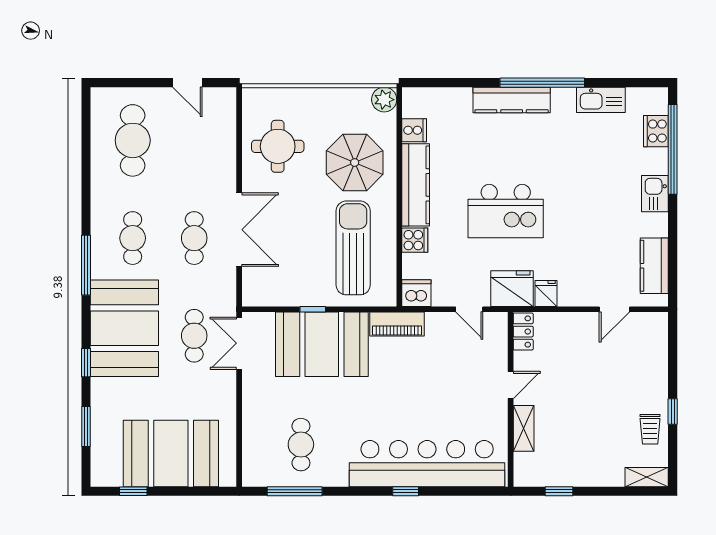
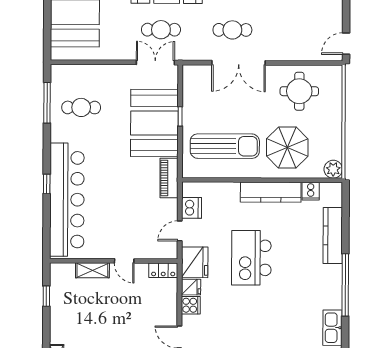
door: (187, 83) -> (346, 44), moved
kitchen counter: (512, 100) -> (333, 235), moved
cooker: (415, 240) -> (191, 305), moved, turned -90
dishwasher: (416, 293) -> (192, 208), moved

